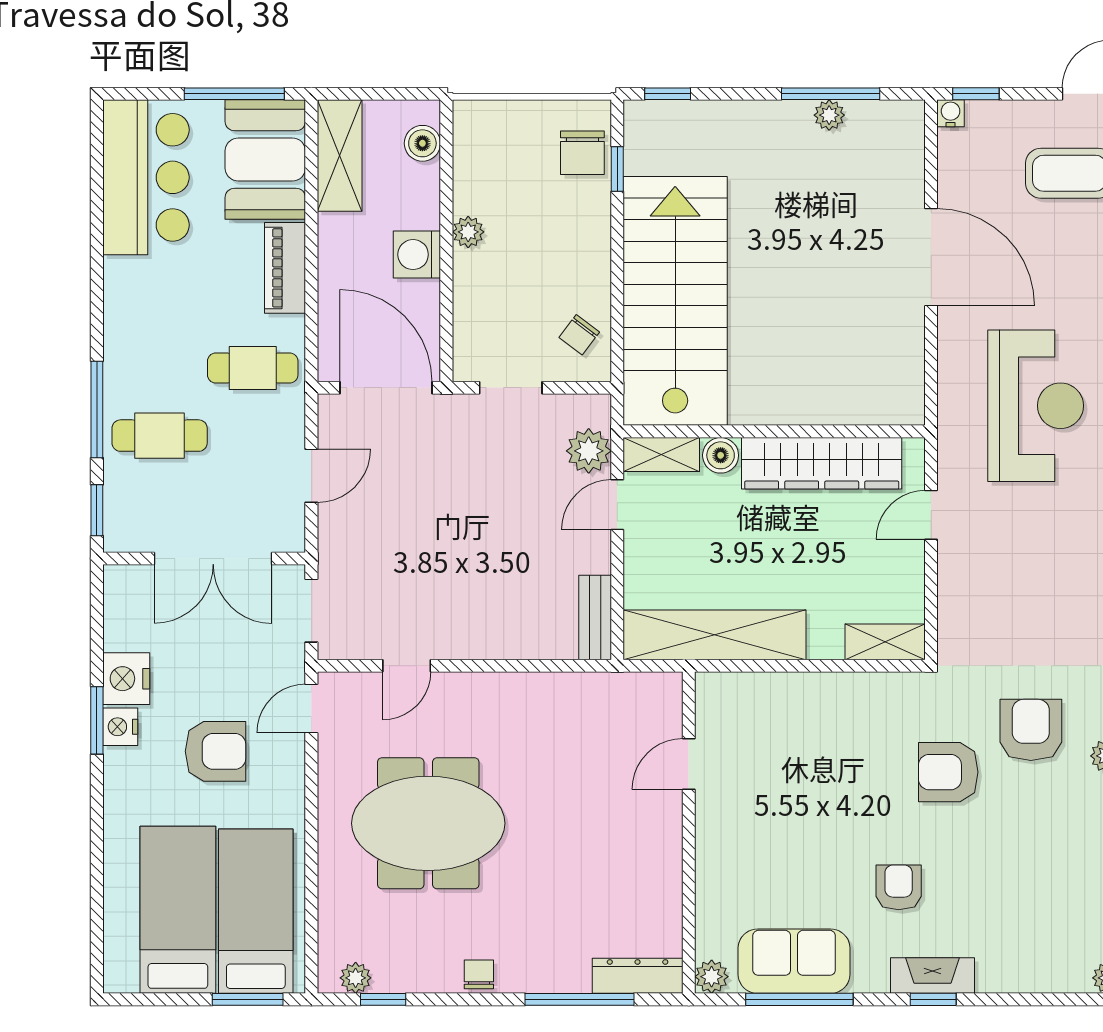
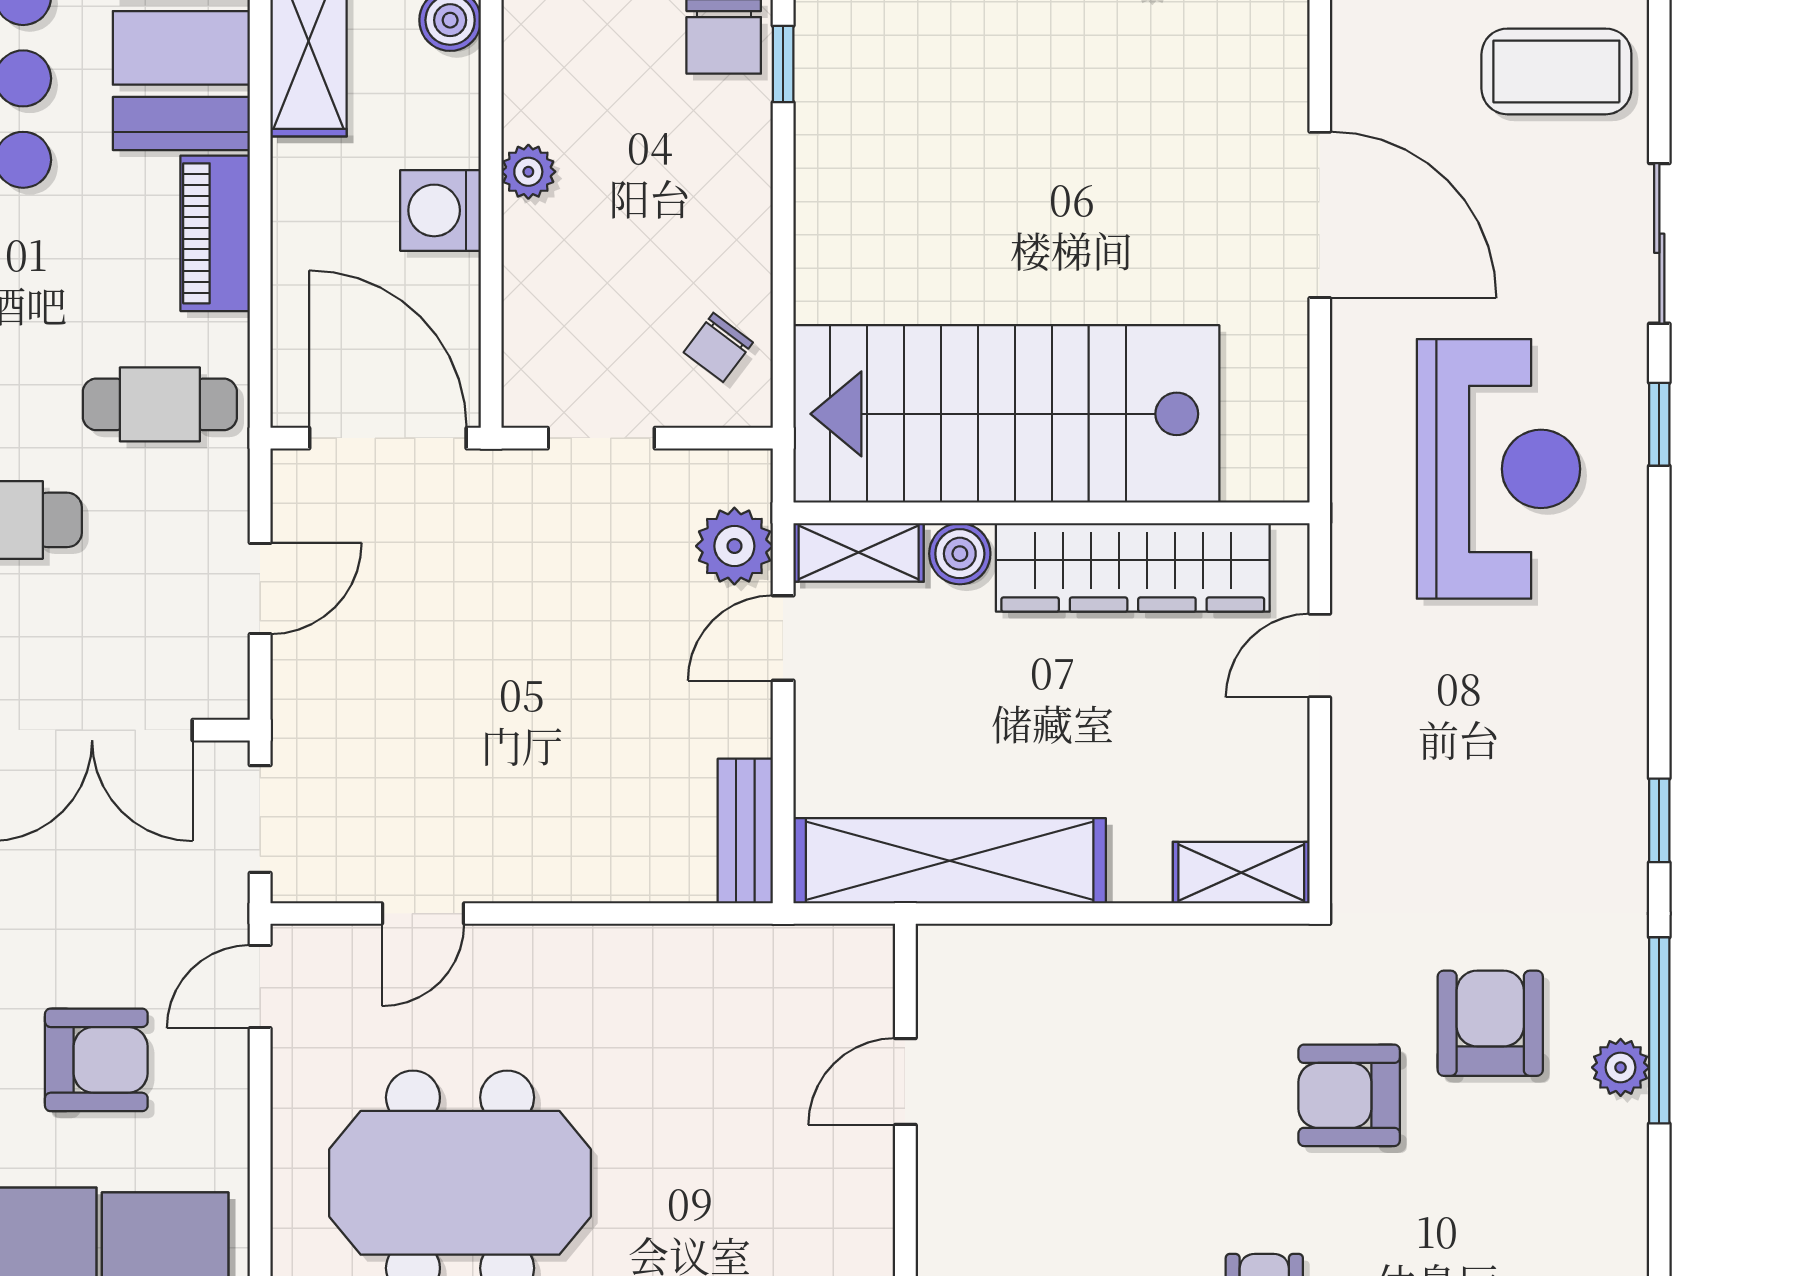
stairs: (675, 301) -> (1006, 414), moved, turned -90

